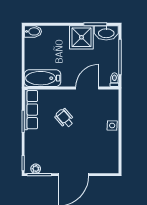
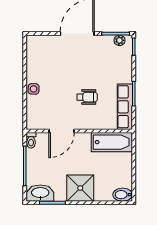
shower: (81, 37) -> (80, 188), moved
wheelchair: (65, 118) -> (87, 97), turned -49

